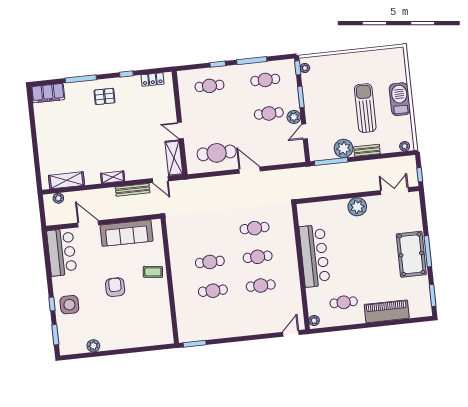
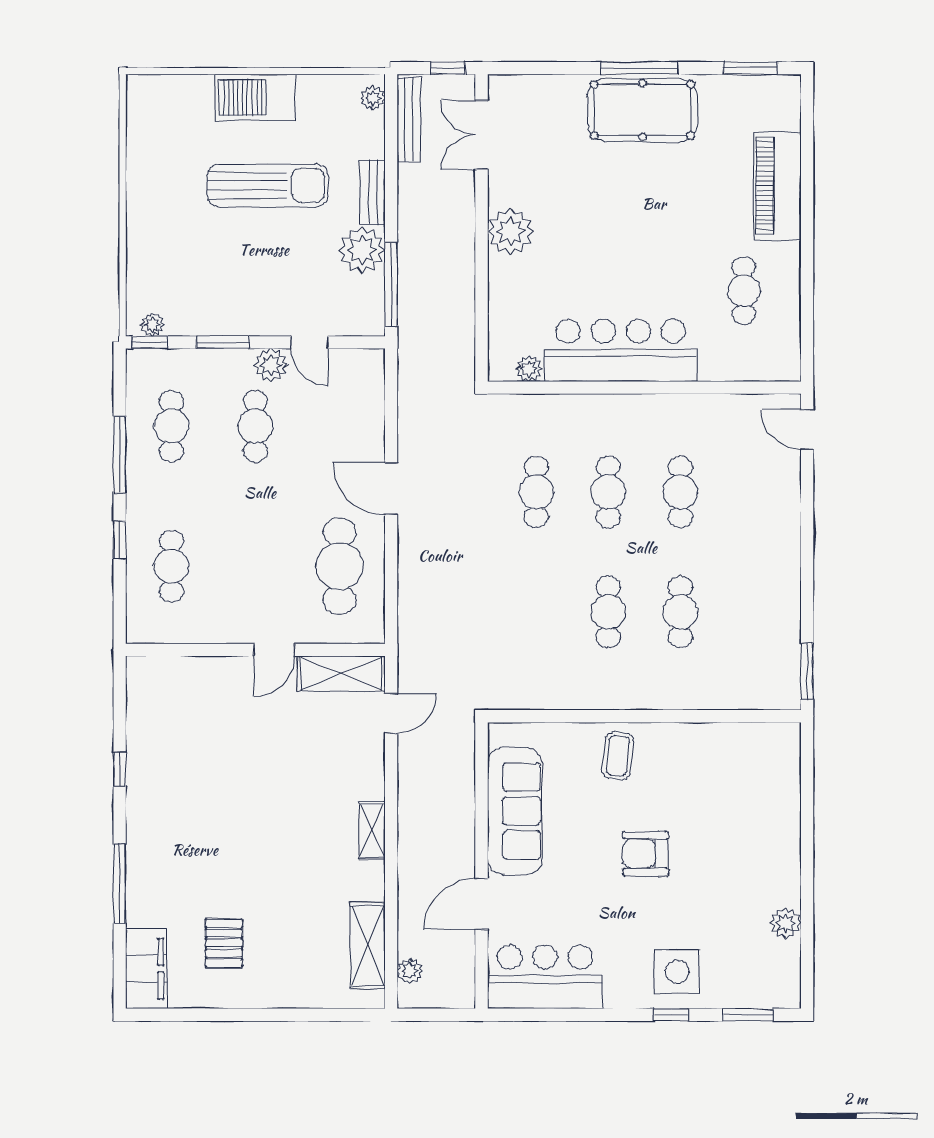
locker: (152, 80) -> (140, 706), removed
pallet: (105, 96) -> (224, 943), moved
sun lounger: (365, 108) -> (268, 186), turned 180
door: (250, 170) -> (391, 489), hinge flipped
bench: (133, 190) -> (409, 120), moved
plant: (314, 320) -> (529, 369), moved

